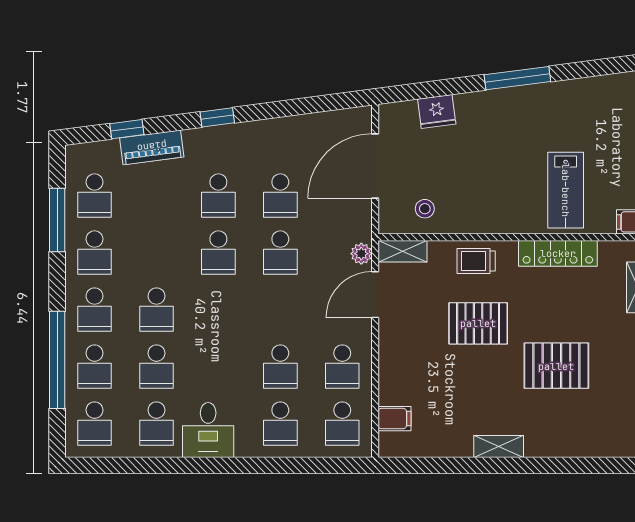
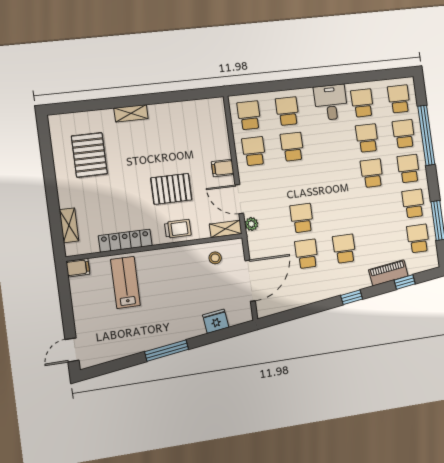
school desk: (218, 253) -> (339, 213), removed
door: (375, 295) -> (239, 199), swing flipped
pallet: (556, 366) -> (89, 155), moved, turned 90
filing cabinet: (395, 419) -> (223, 168), moved
shelving: (499, 447) -> (131, 113), moved

